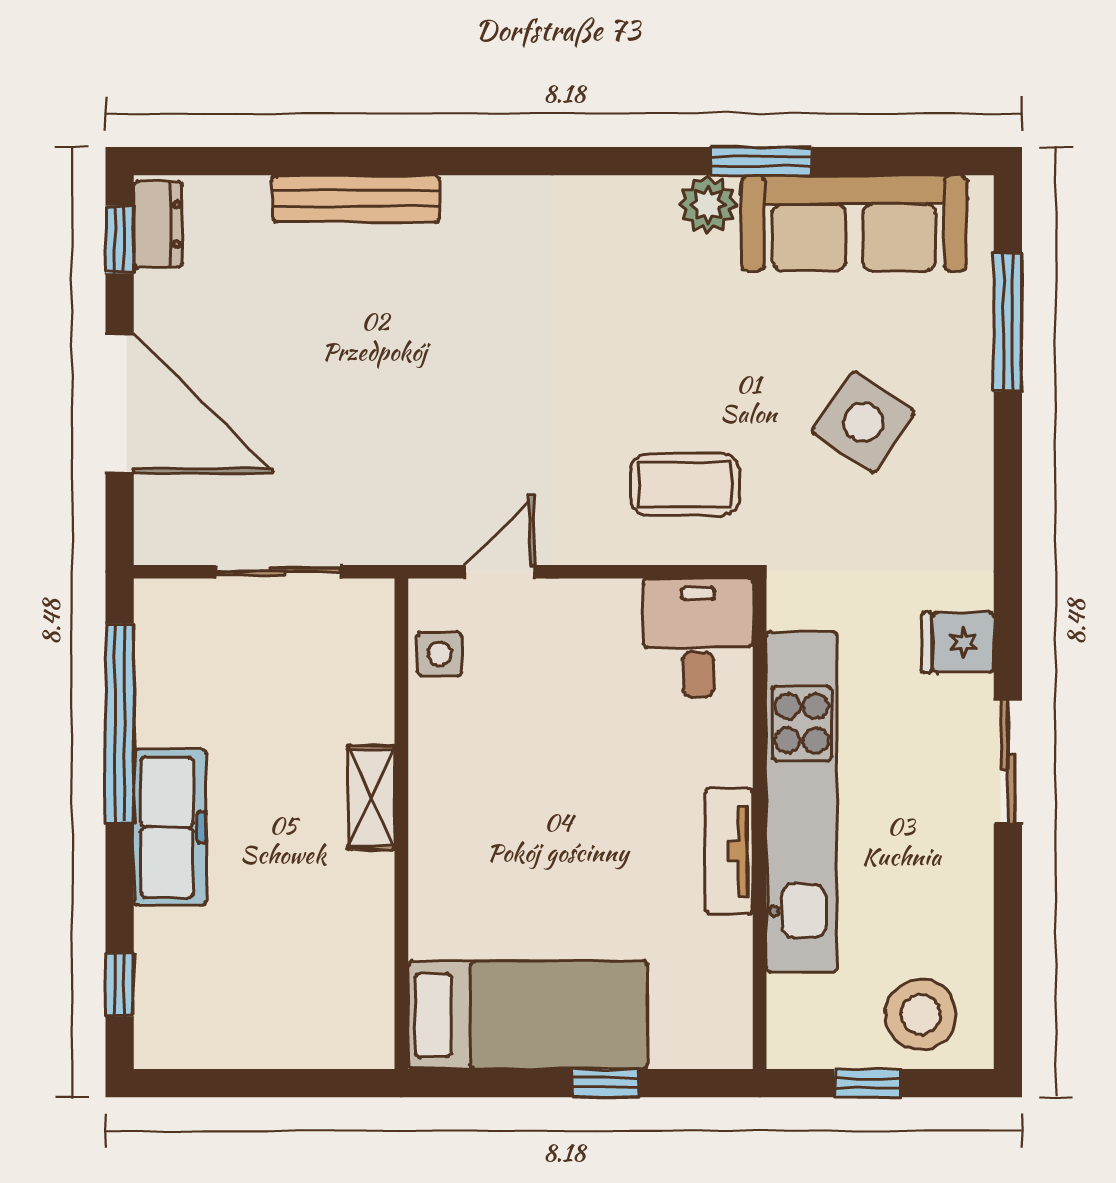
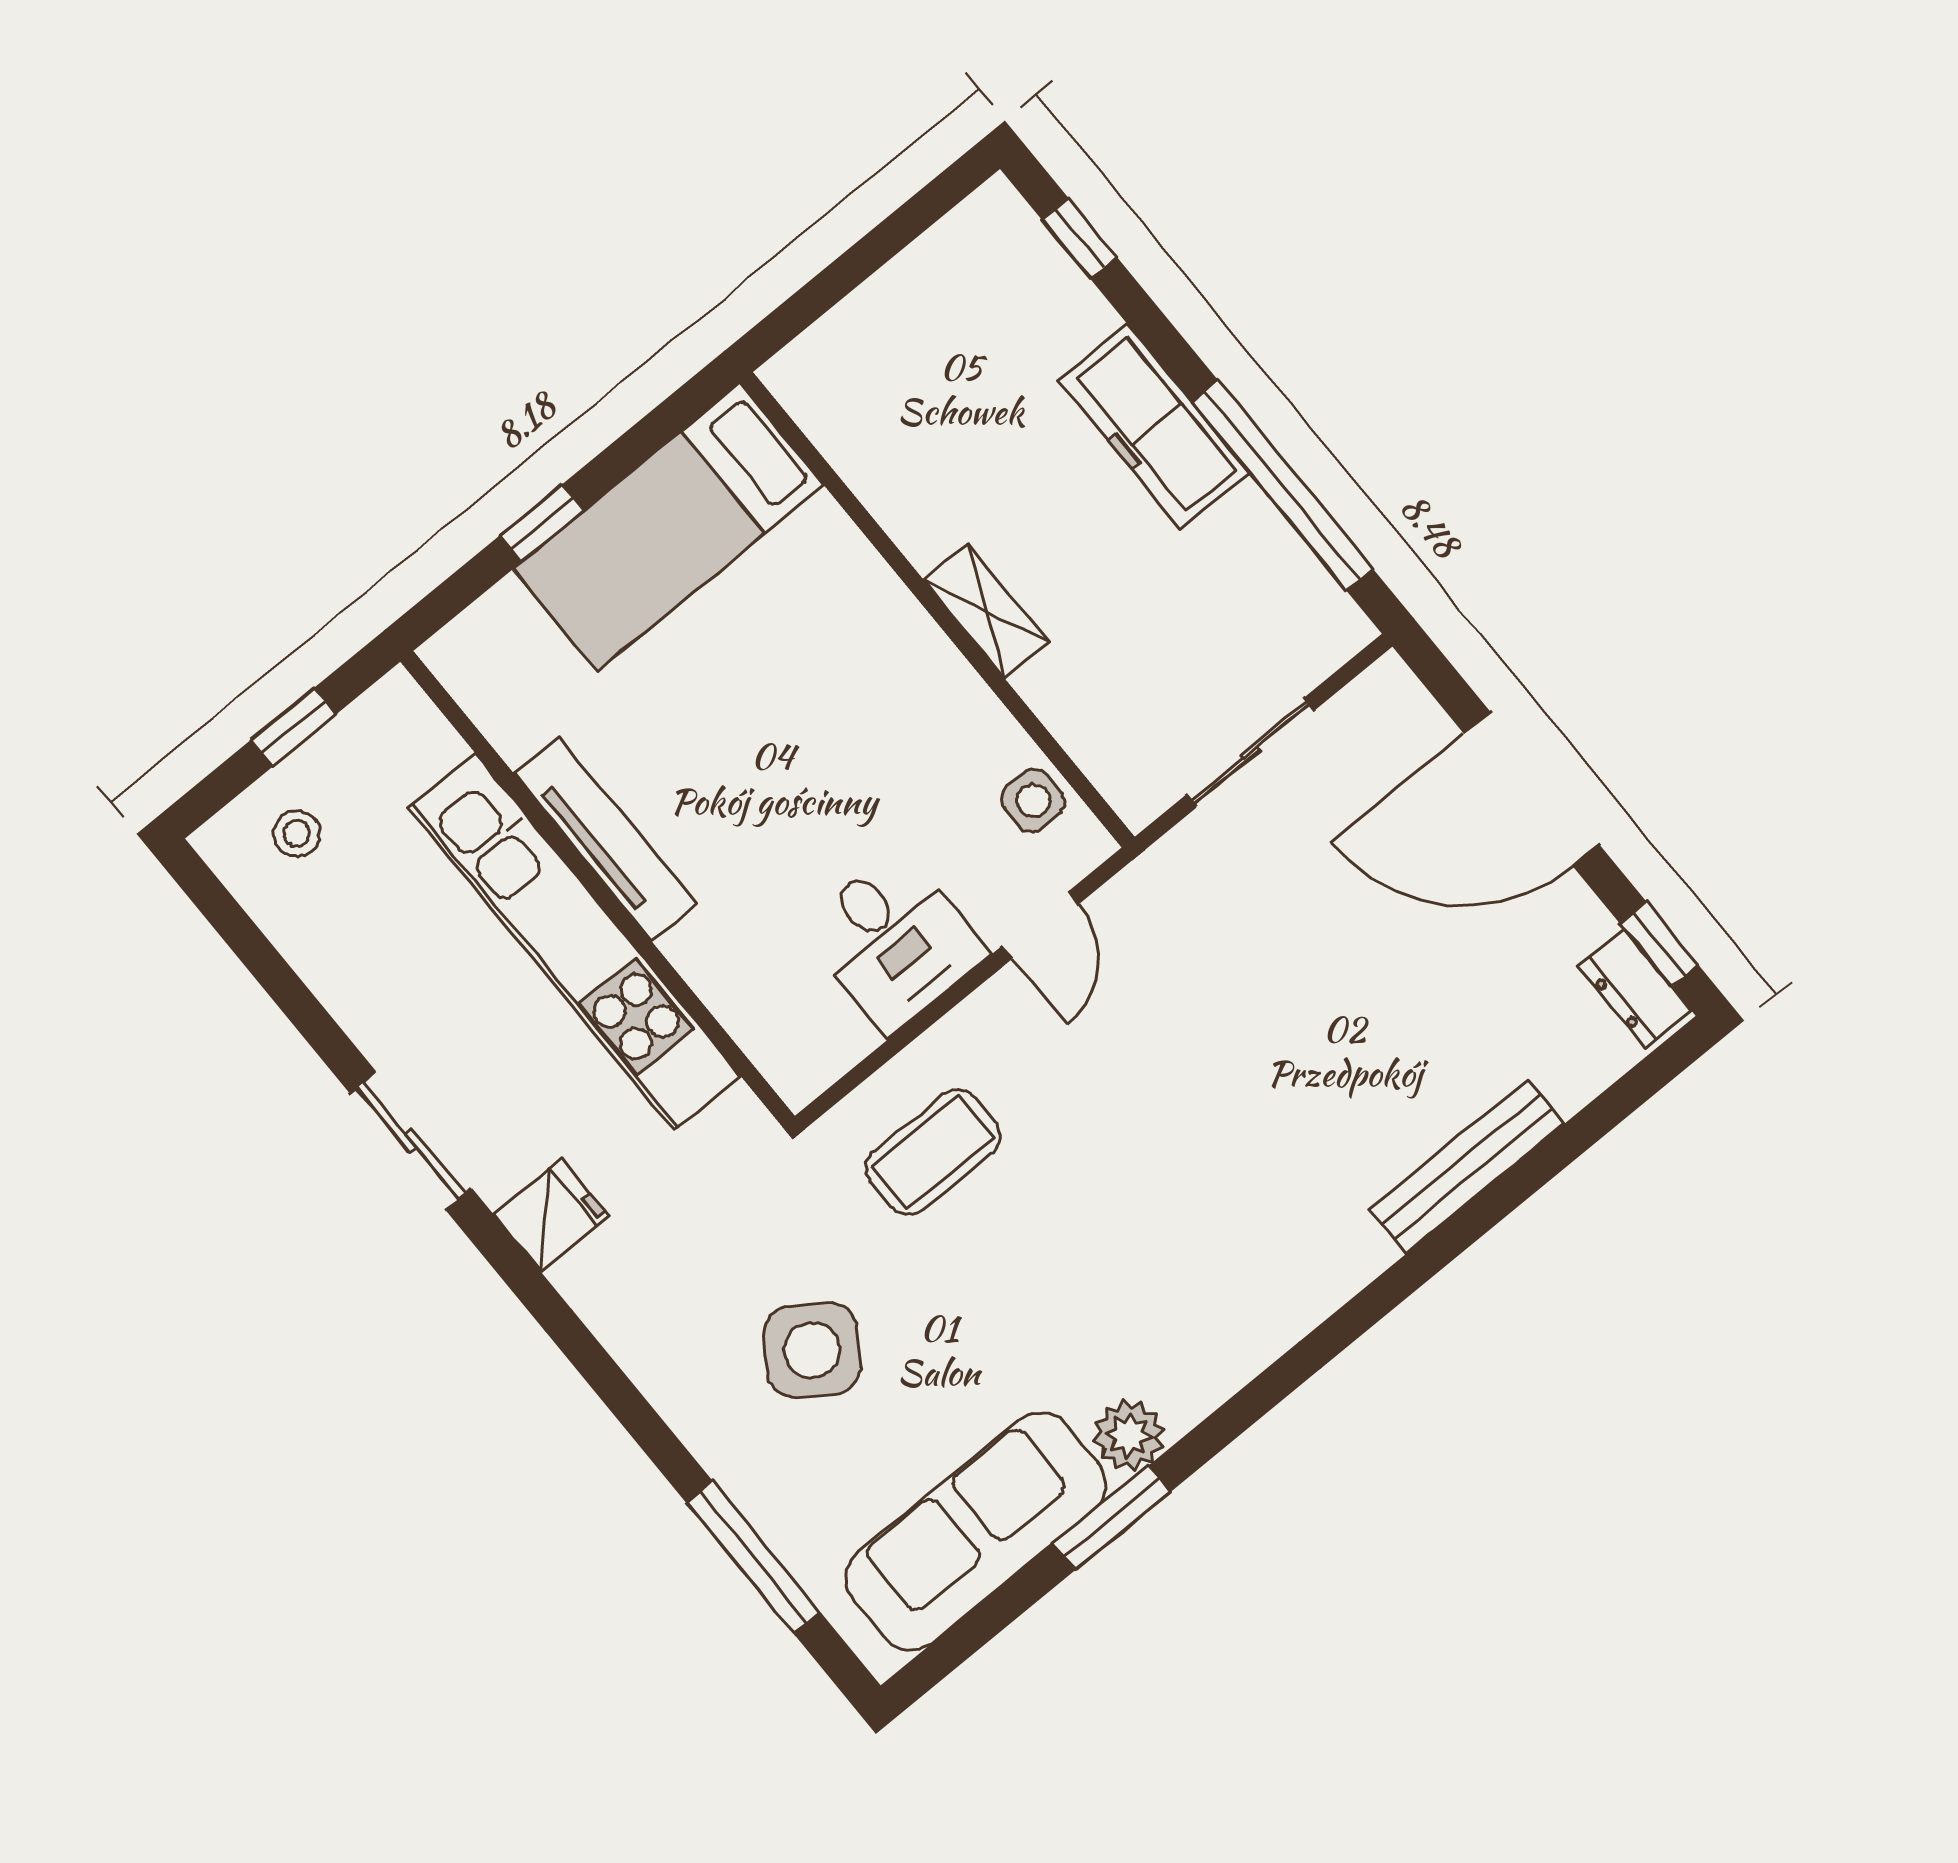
desk: (698, 638) -> (894, 941), moved
tv unit: (729, 851) -> (605, 839), width x1.41
stool: (921, 1014) -> (297, 833), width x0.53, depth x0.53

